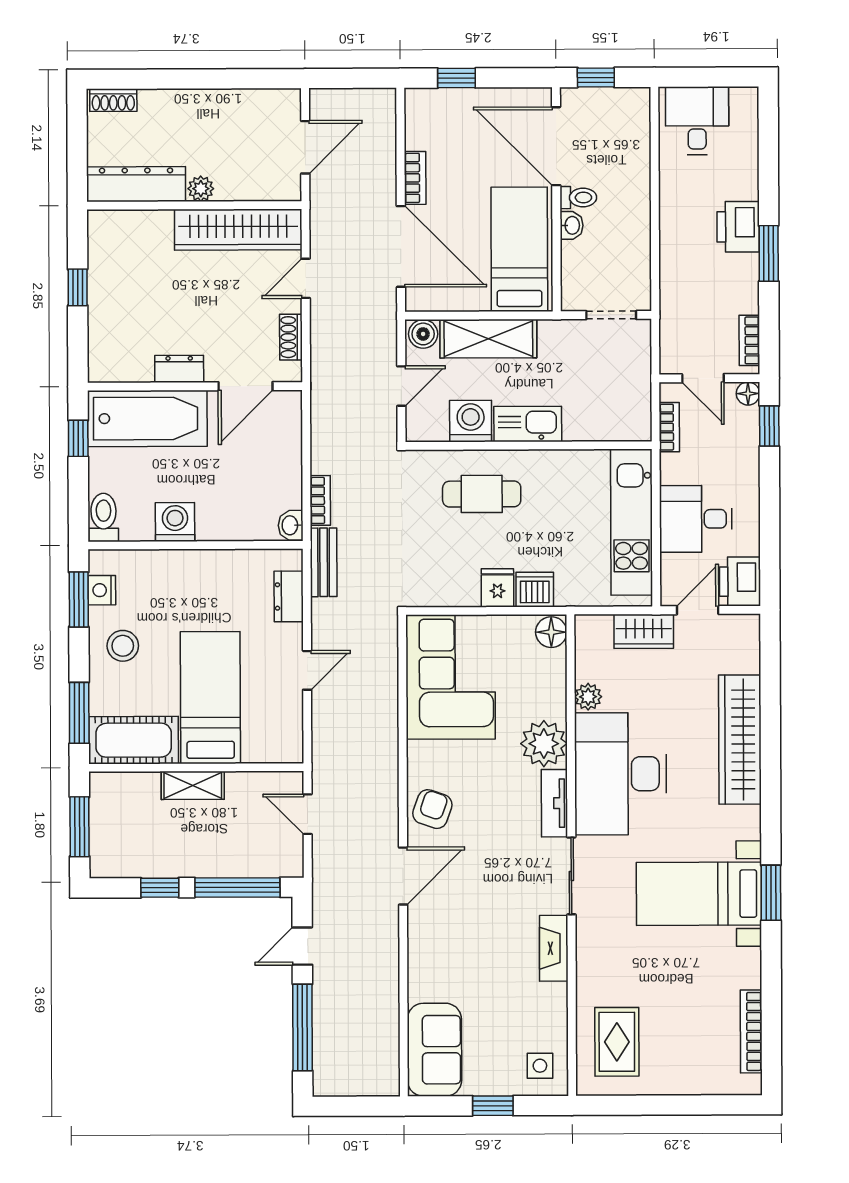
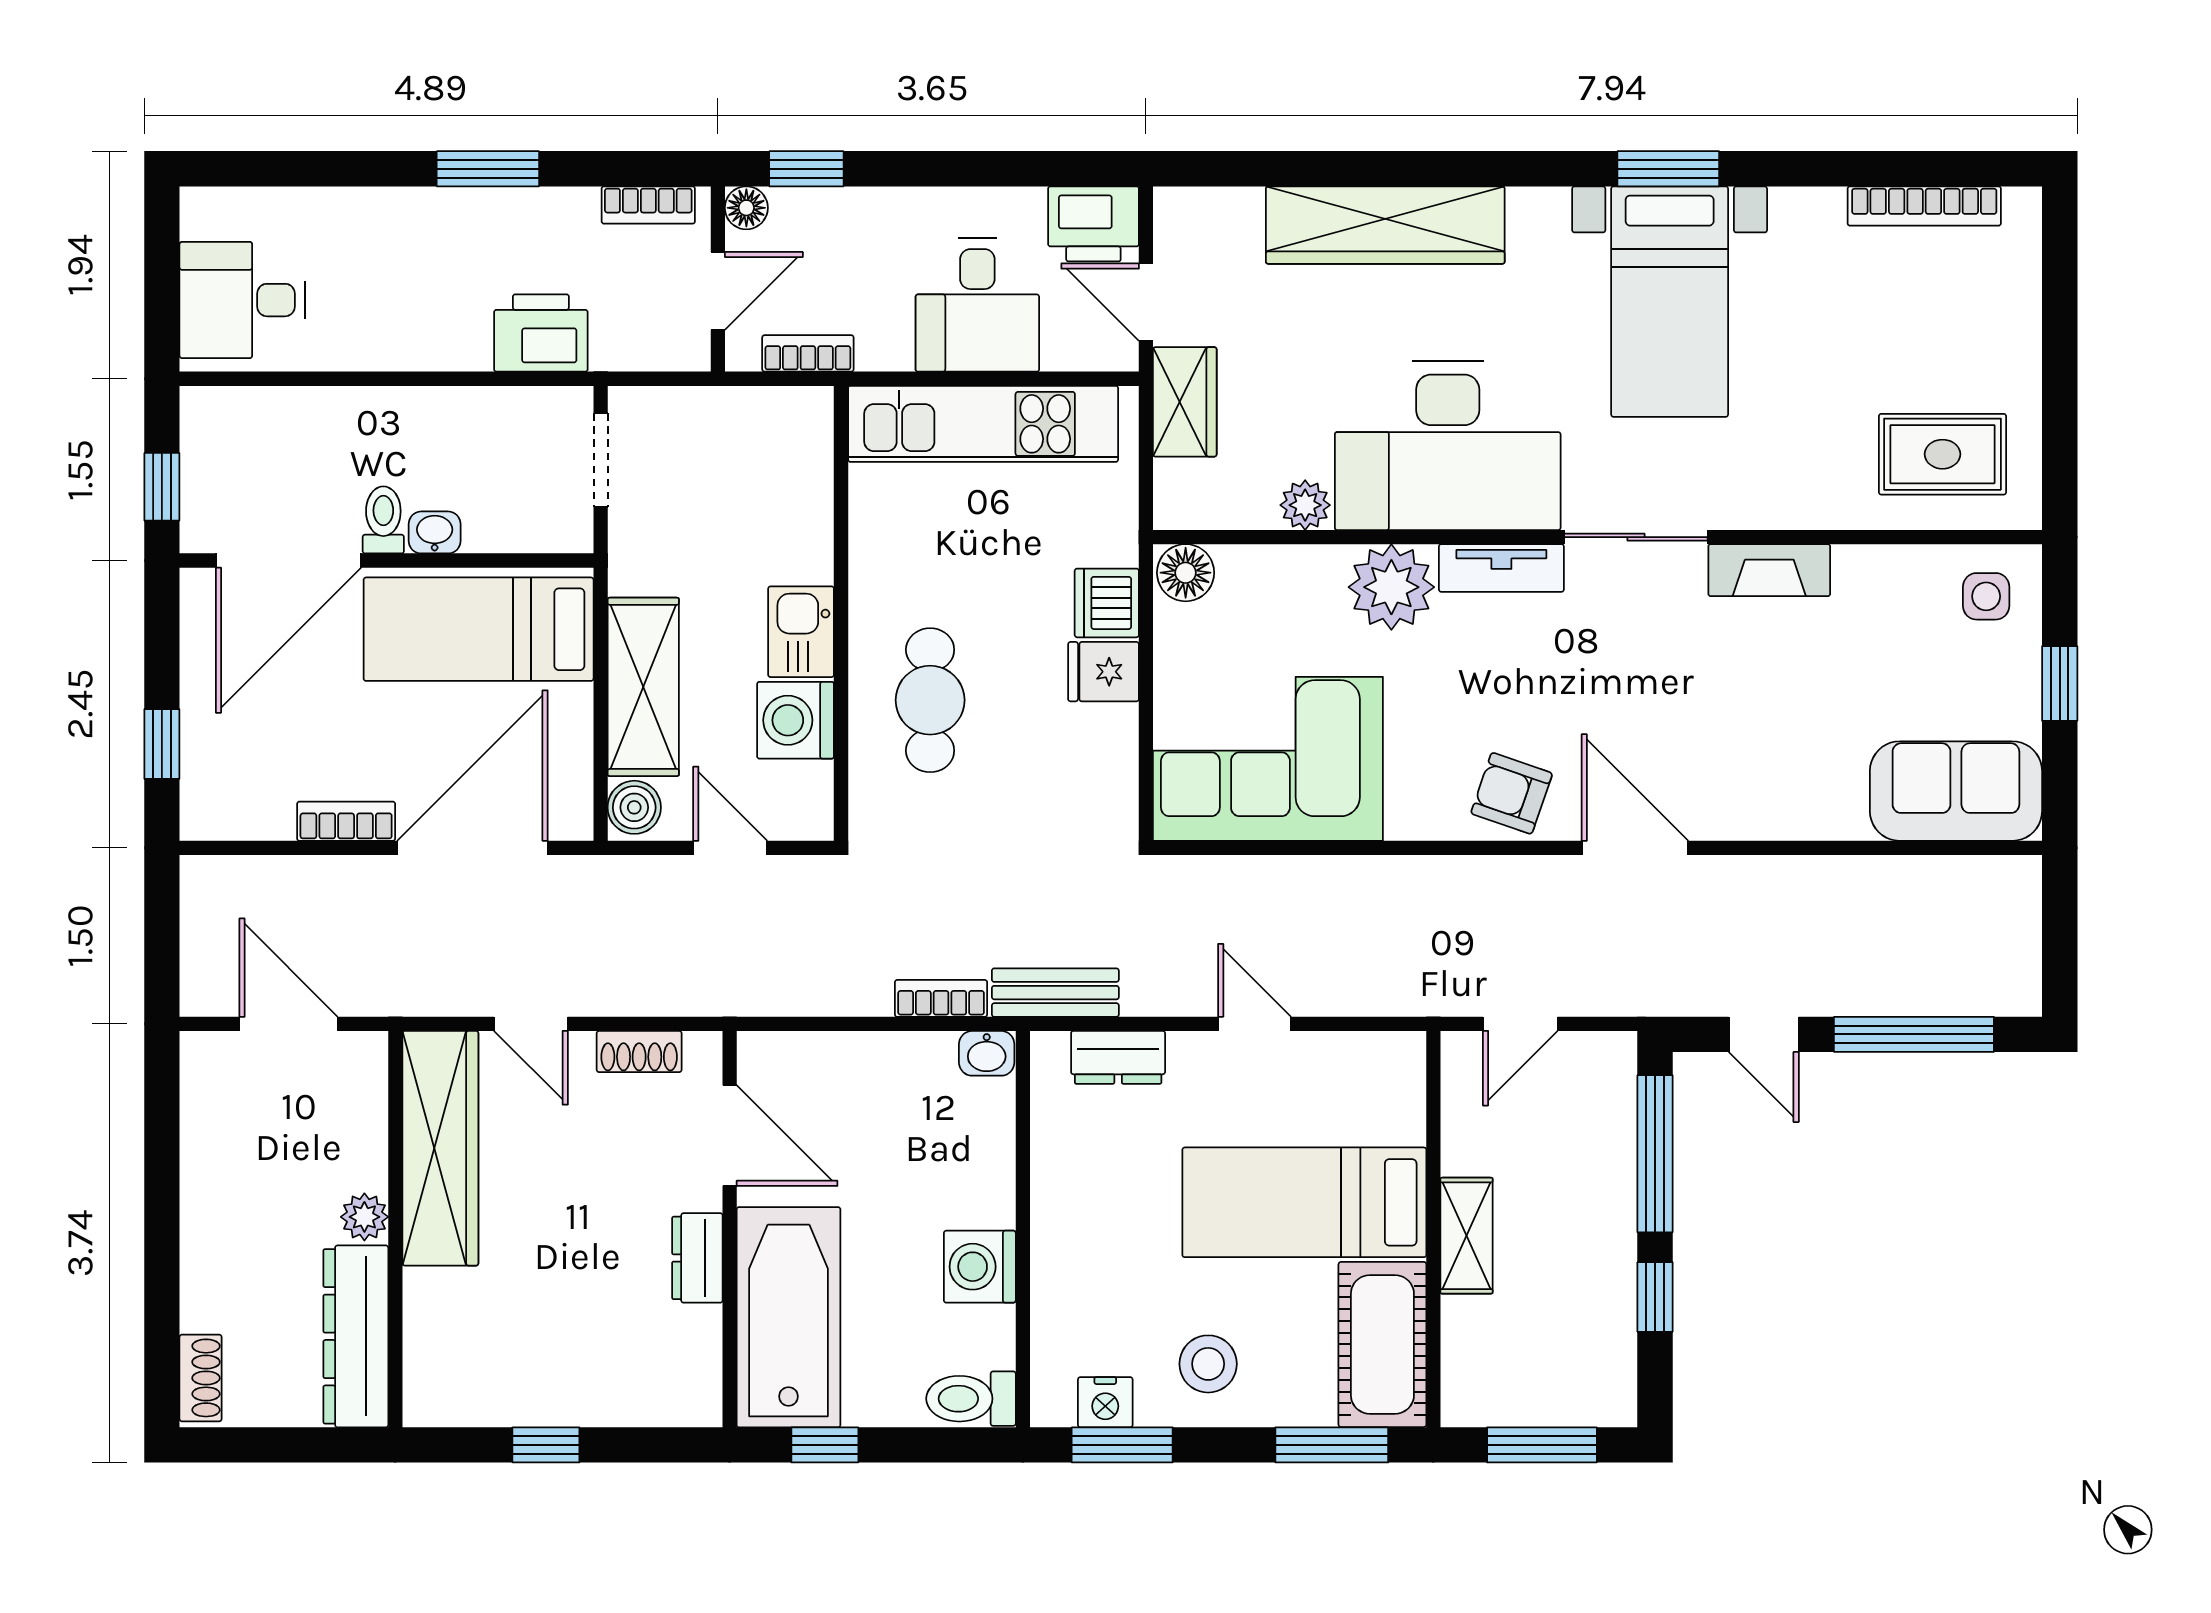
printer: (738, 227) -> (541, 333), moved, turned 180
kitchen sink: (528, 424) -> (801, 632), width x0.73

